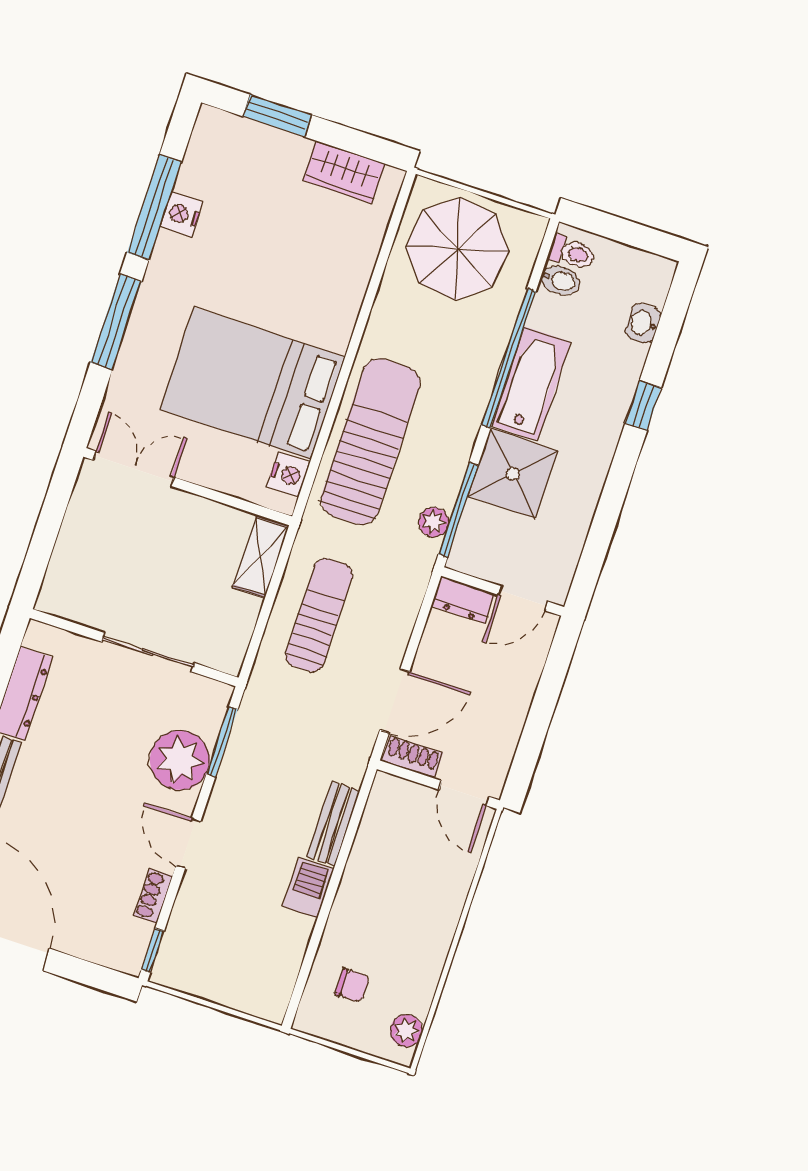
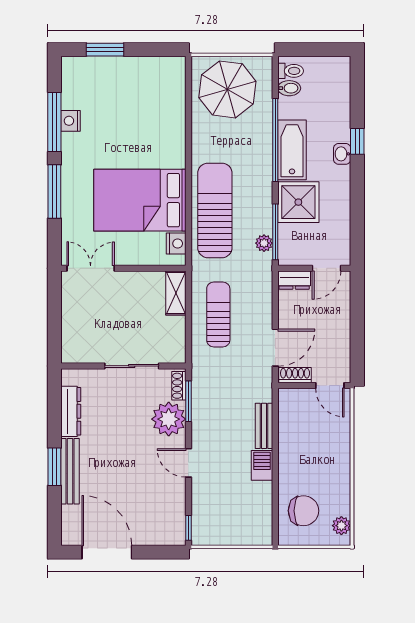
wardrobe: (344, 172) -> (151, 68), removed
washbasin: (643, 323) -> (342, 154), moved
shoe rack: (153, 896) -> (179, 386), moved
chair: (352, 985) -> (304, 511), width x1.87, depth x1.87

